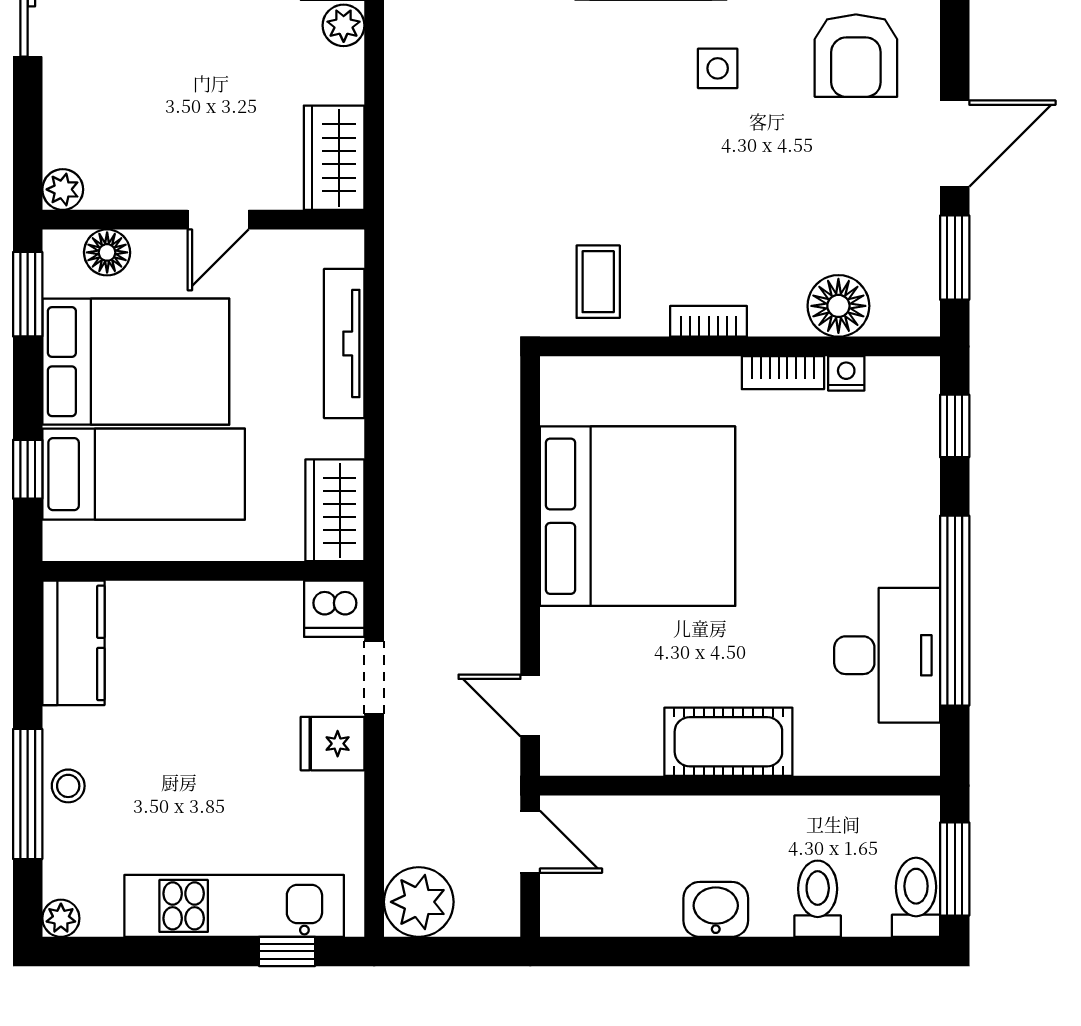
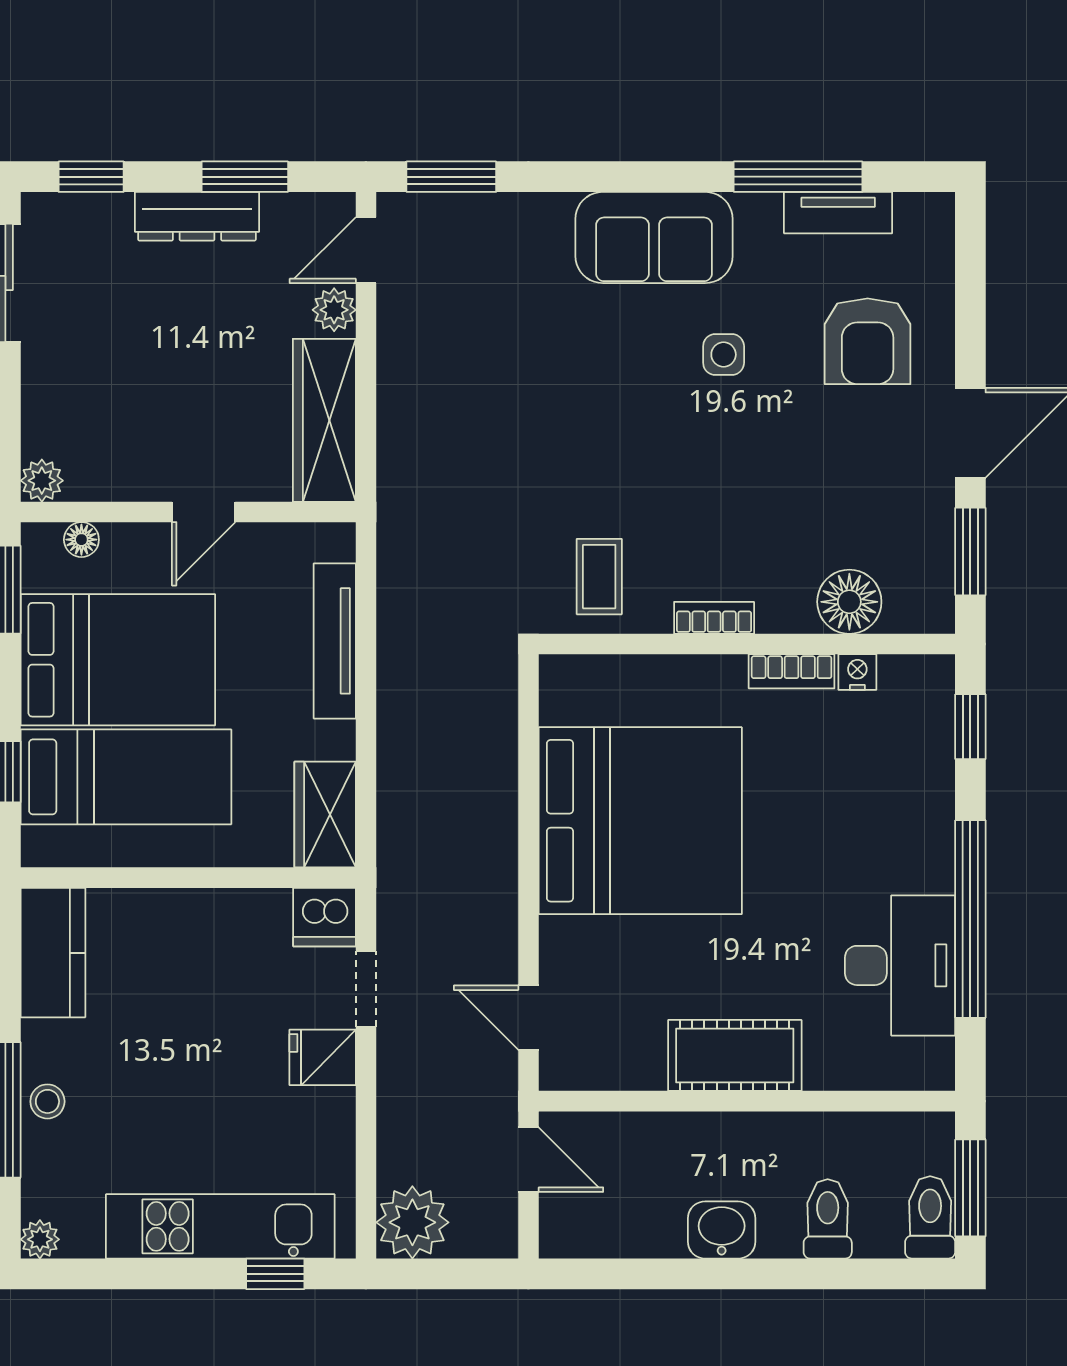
wardrobe: (334, 158) -> (324, 420), width x1.50
floor lamp: (107, 252) -> (81, 540), width x0.73, depth x0.73

